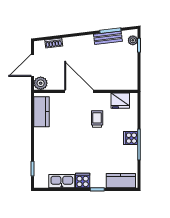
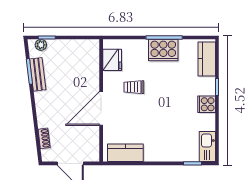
plant: (41, 83) -> (92, 154), removed
cooker: (131, 138) -> (163, 50), width x1.87, depth x1.31
kitchen sink: (62, 181) -> (207, 147), moved

